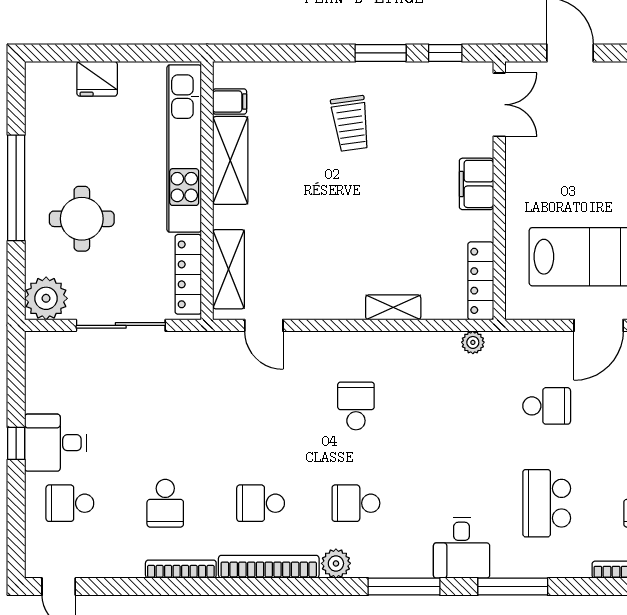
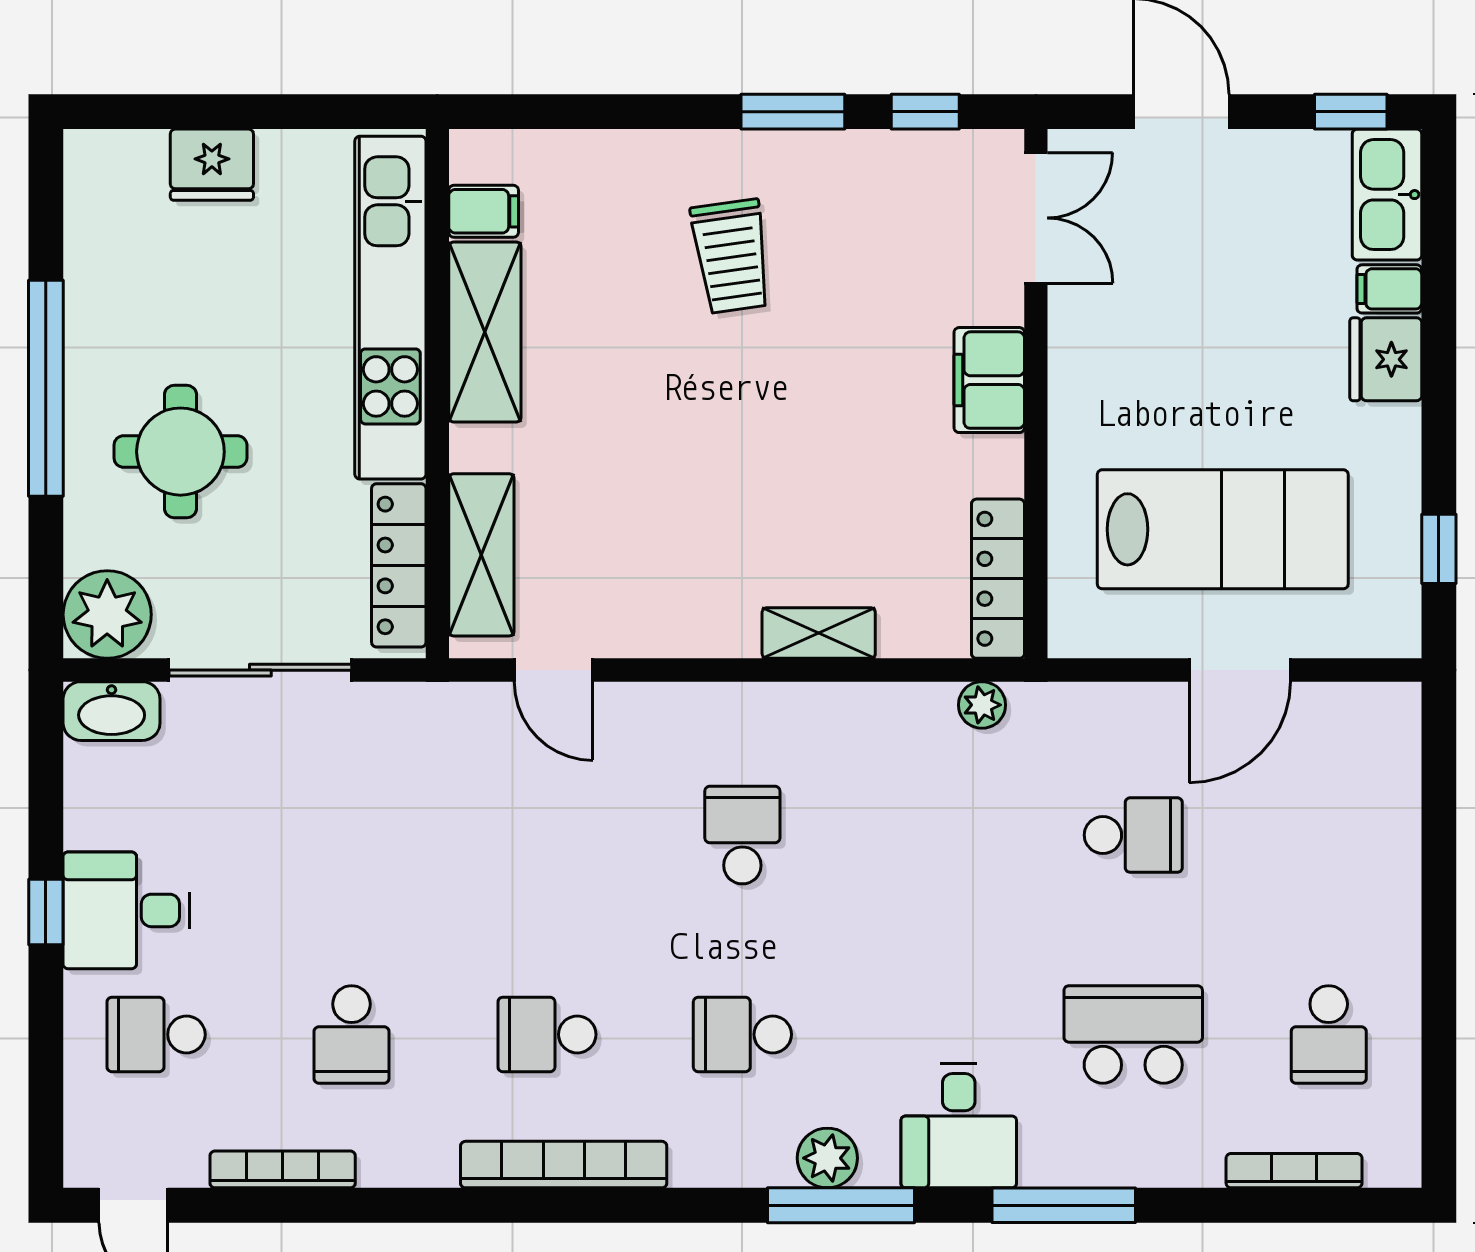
washbasin: (48, 345) -> (112, 711), added
school desk: (547, 503) -> (1133, 1034), turned 90
plant: (336, 563) -> (827, 1158), moved
bookcase: (181, 569) -> (283, 1169), moved

